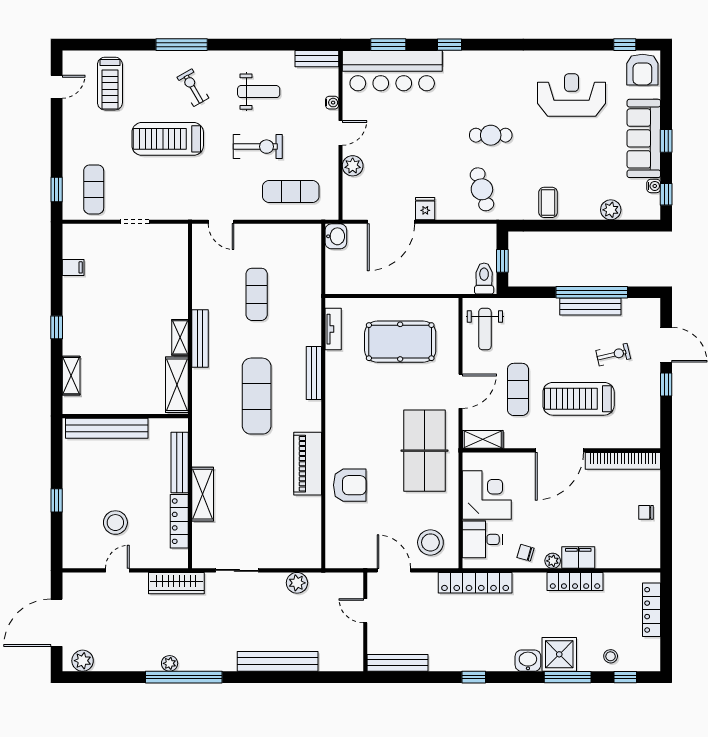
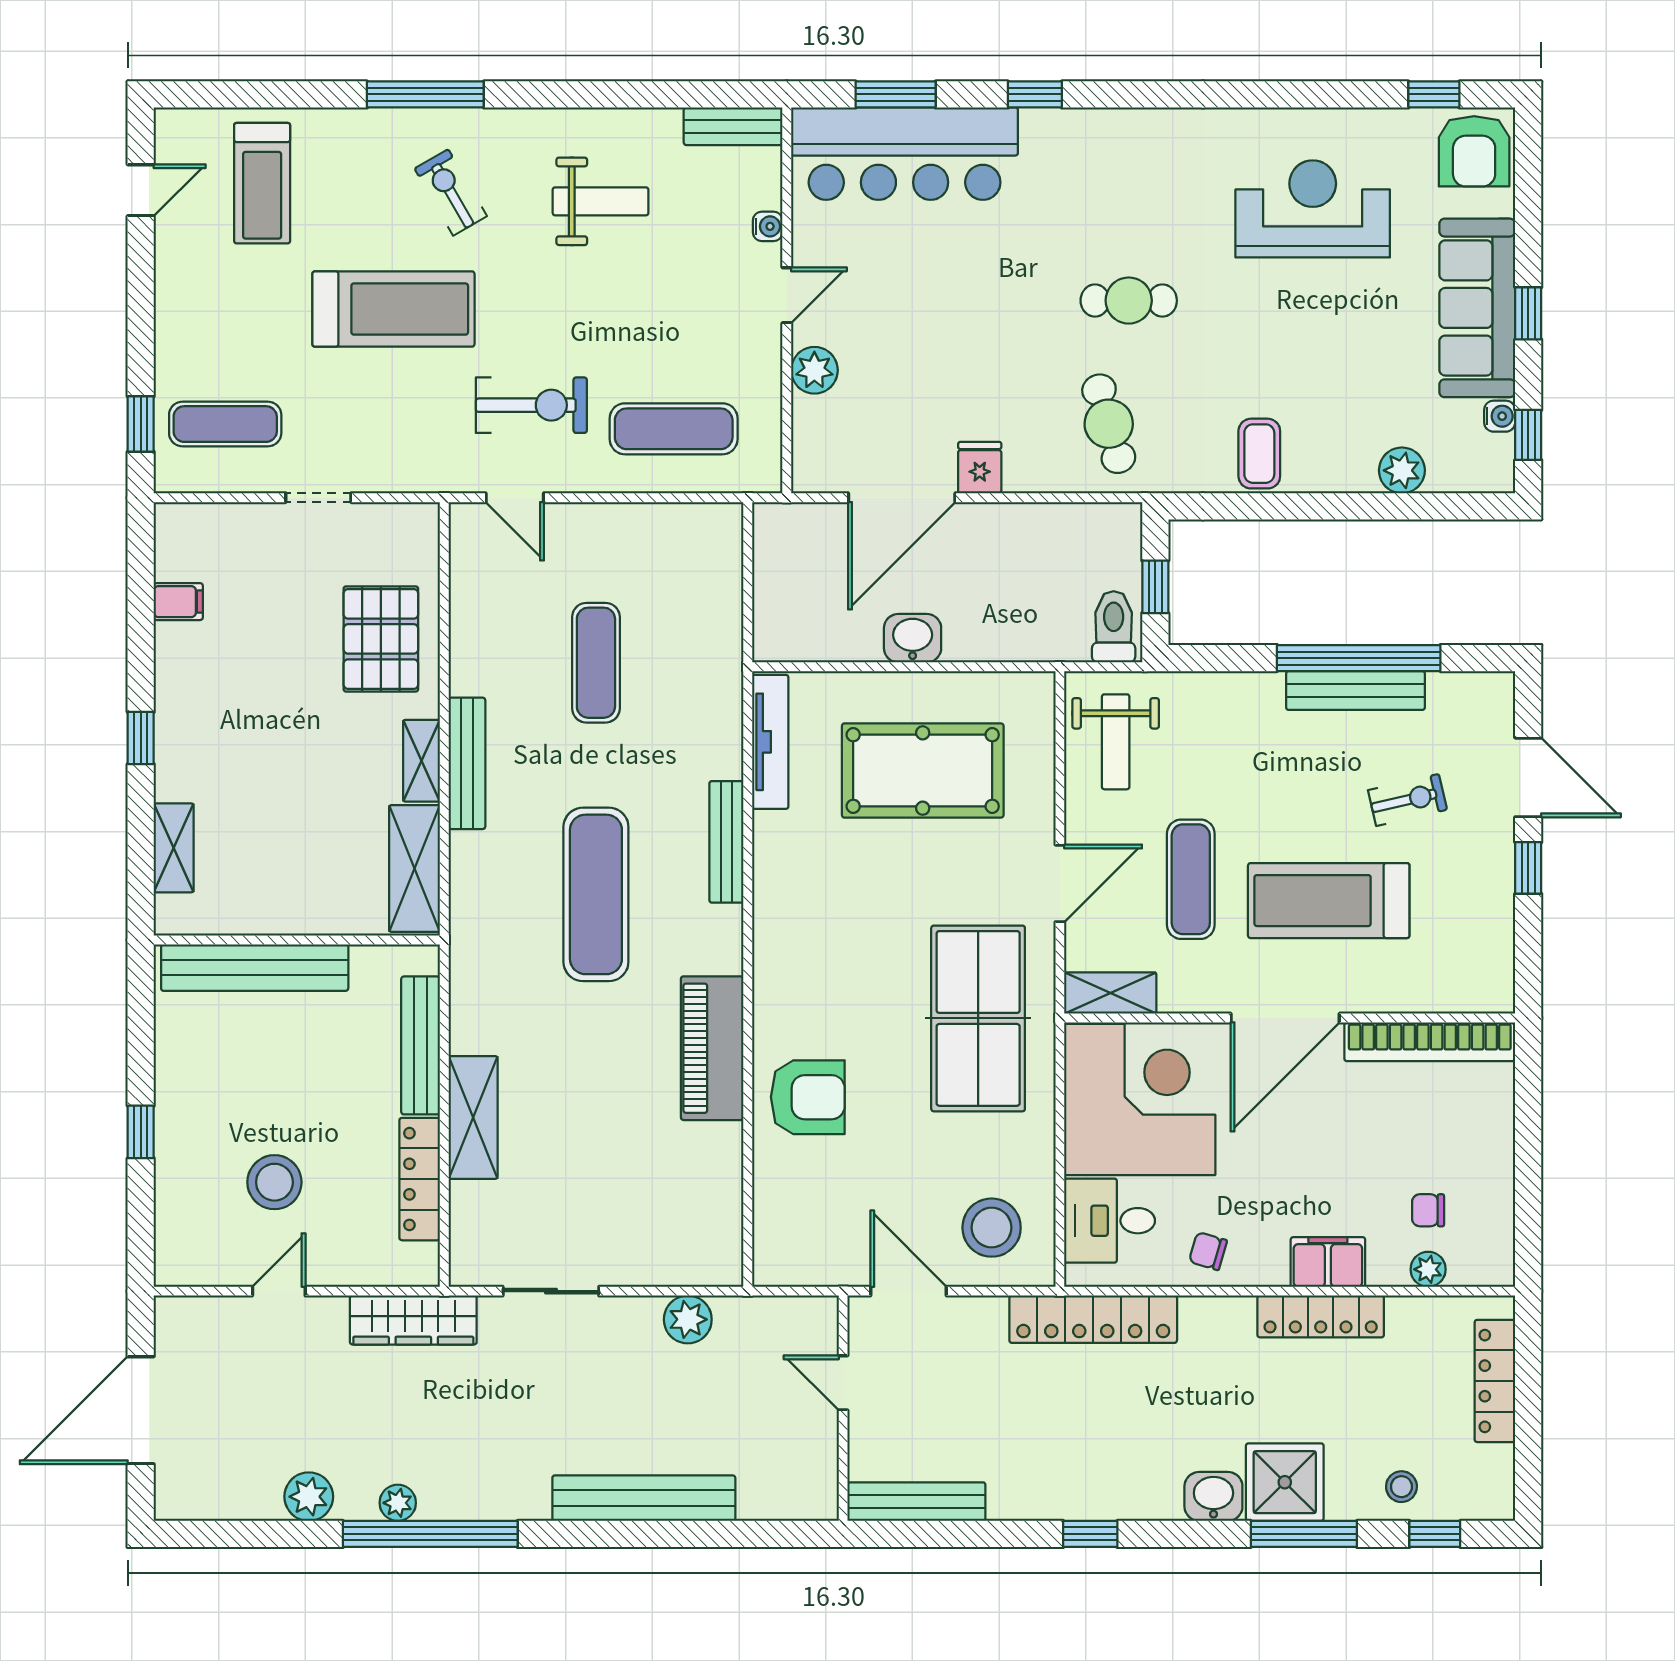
treadmill: (168, 139) -> (393, 309), turned 180
exercise bike: (258, 147) -> (531, 405), moved
exercise mat: (94, 189) -> (225, 424), turned 90
washbasin: (336, 236) -> (913, 638), moved, turned -90
pallet: (162, 284) -> (381, 639), added
tv unit: (333, 329) -> (770, 742), width x1.41
corner desk: (487, 495) -> (1140, 1100), width x1.36, depth x1.36
chair: (646, 512) -> (1428, 1210), moved
plant: (553, 561) -> (1428, 1269), moved
plant: (83, 661) -> (309, 1497), moved

